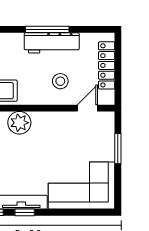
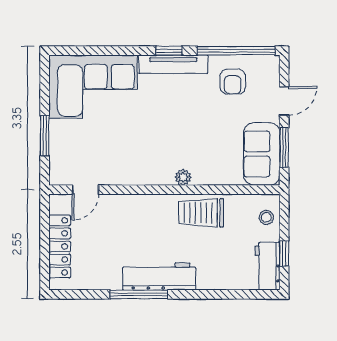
workbench: (52, 43) -> (159, 276), moved
stool: (60, 81) -> (121, 225), removed
plant: (19, 123) -> (183, 177), width x0.53, depth x0.53

